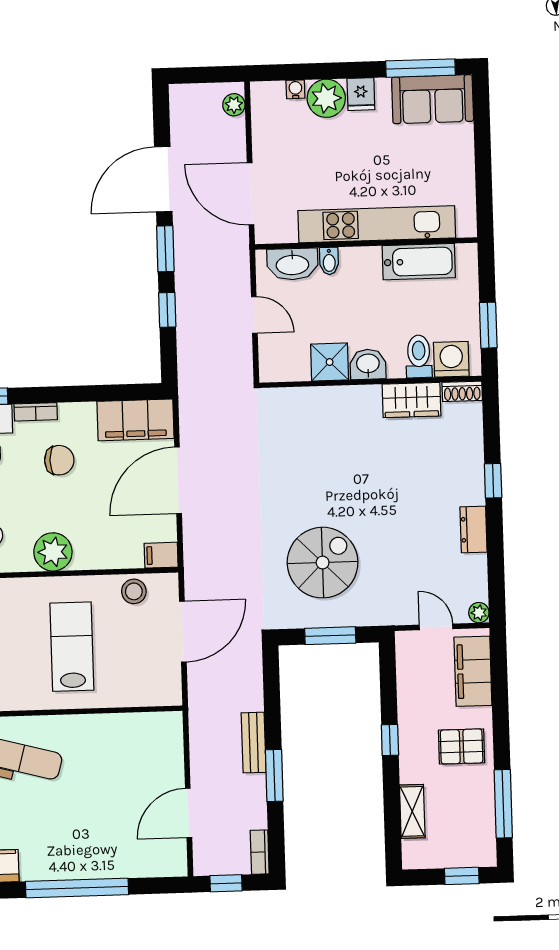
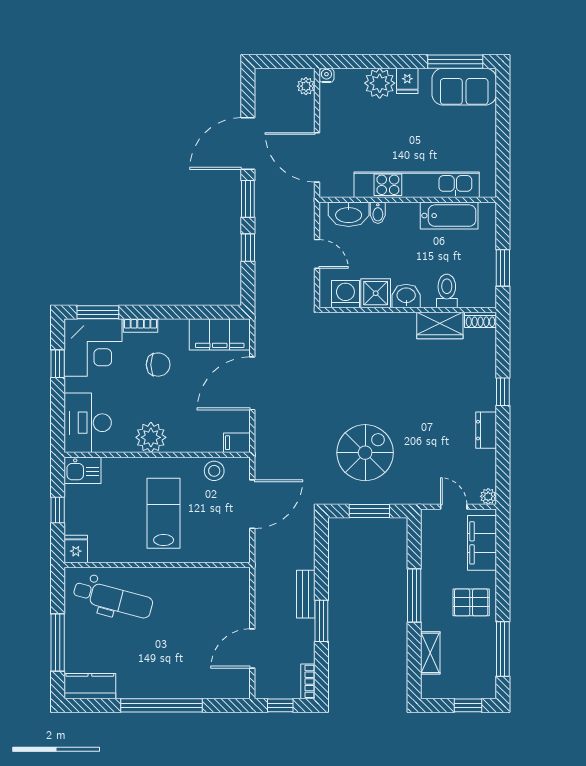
water cooler: (295, 89) -> (326, 75), moved
washing machine: (451, 359) -> (345, 294), moved
window: (390, 740) -> (414, 595), width x2.17

